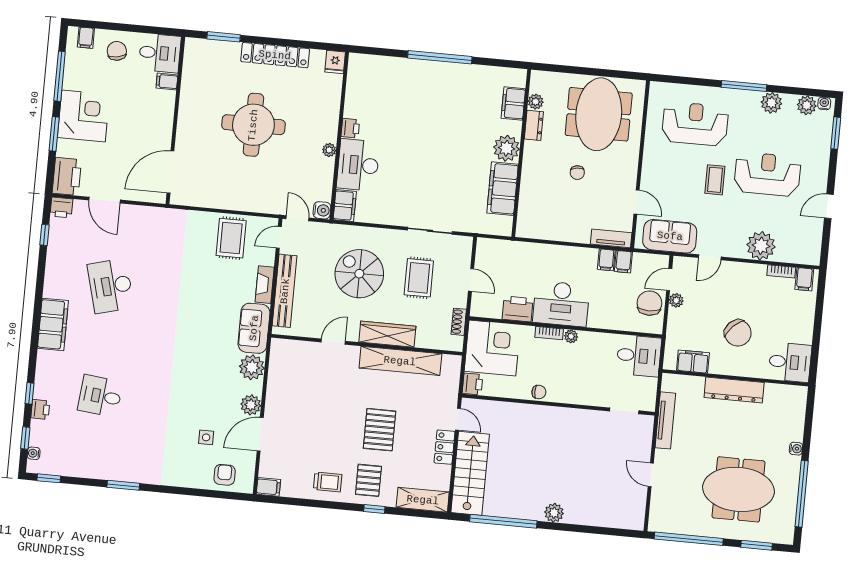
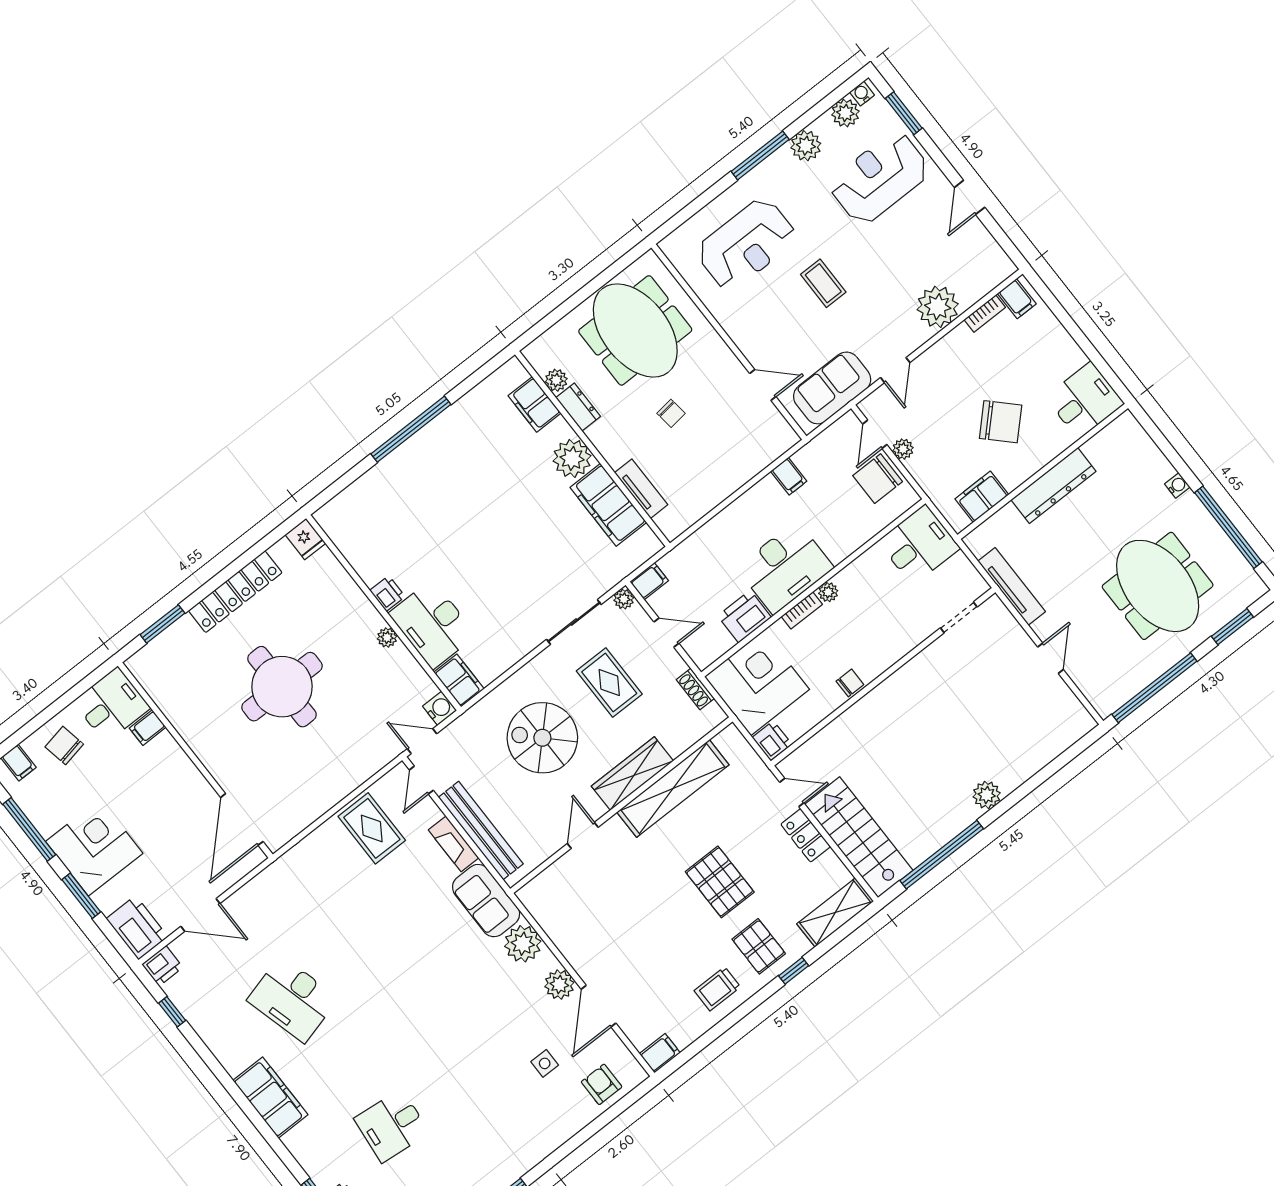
reception desk: (695, 124) -> (746, 244), turned 180
reception desk: (767, 174) -> (879, 178), moved
tv unit: (611, 238) -> (641, 489), moved, turned 90
plant: (466, 243) -> (624, 599), added
filing cabinet: (623, 262) -> (649, 581), moved, turned -90
chair: (649, 303) -> (878, 479), turned -90
door: (651, 475) -> (1051, 658), swing flipped
trolley: (328, 482) -> (717, 989), turned 180
meeting table: (739, 489) -> (1158, 586), turned 90

